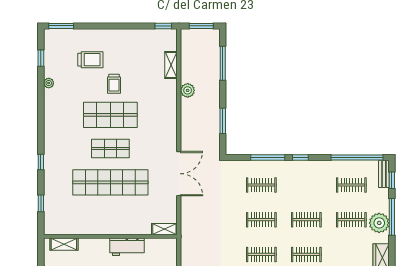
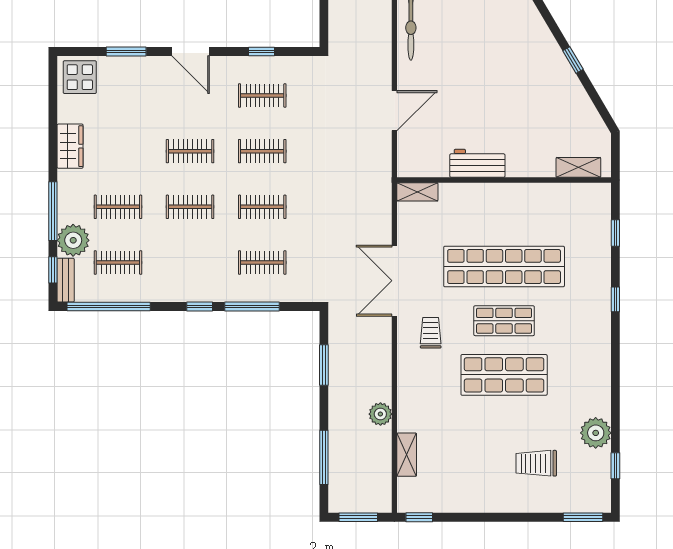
plant: (49, 83) -> (596, 433), width x1.88, depth x1.88
trolley: (114, 84) -> (431, 333), moved
plant: (379, 223) -> (73, 240), moved

